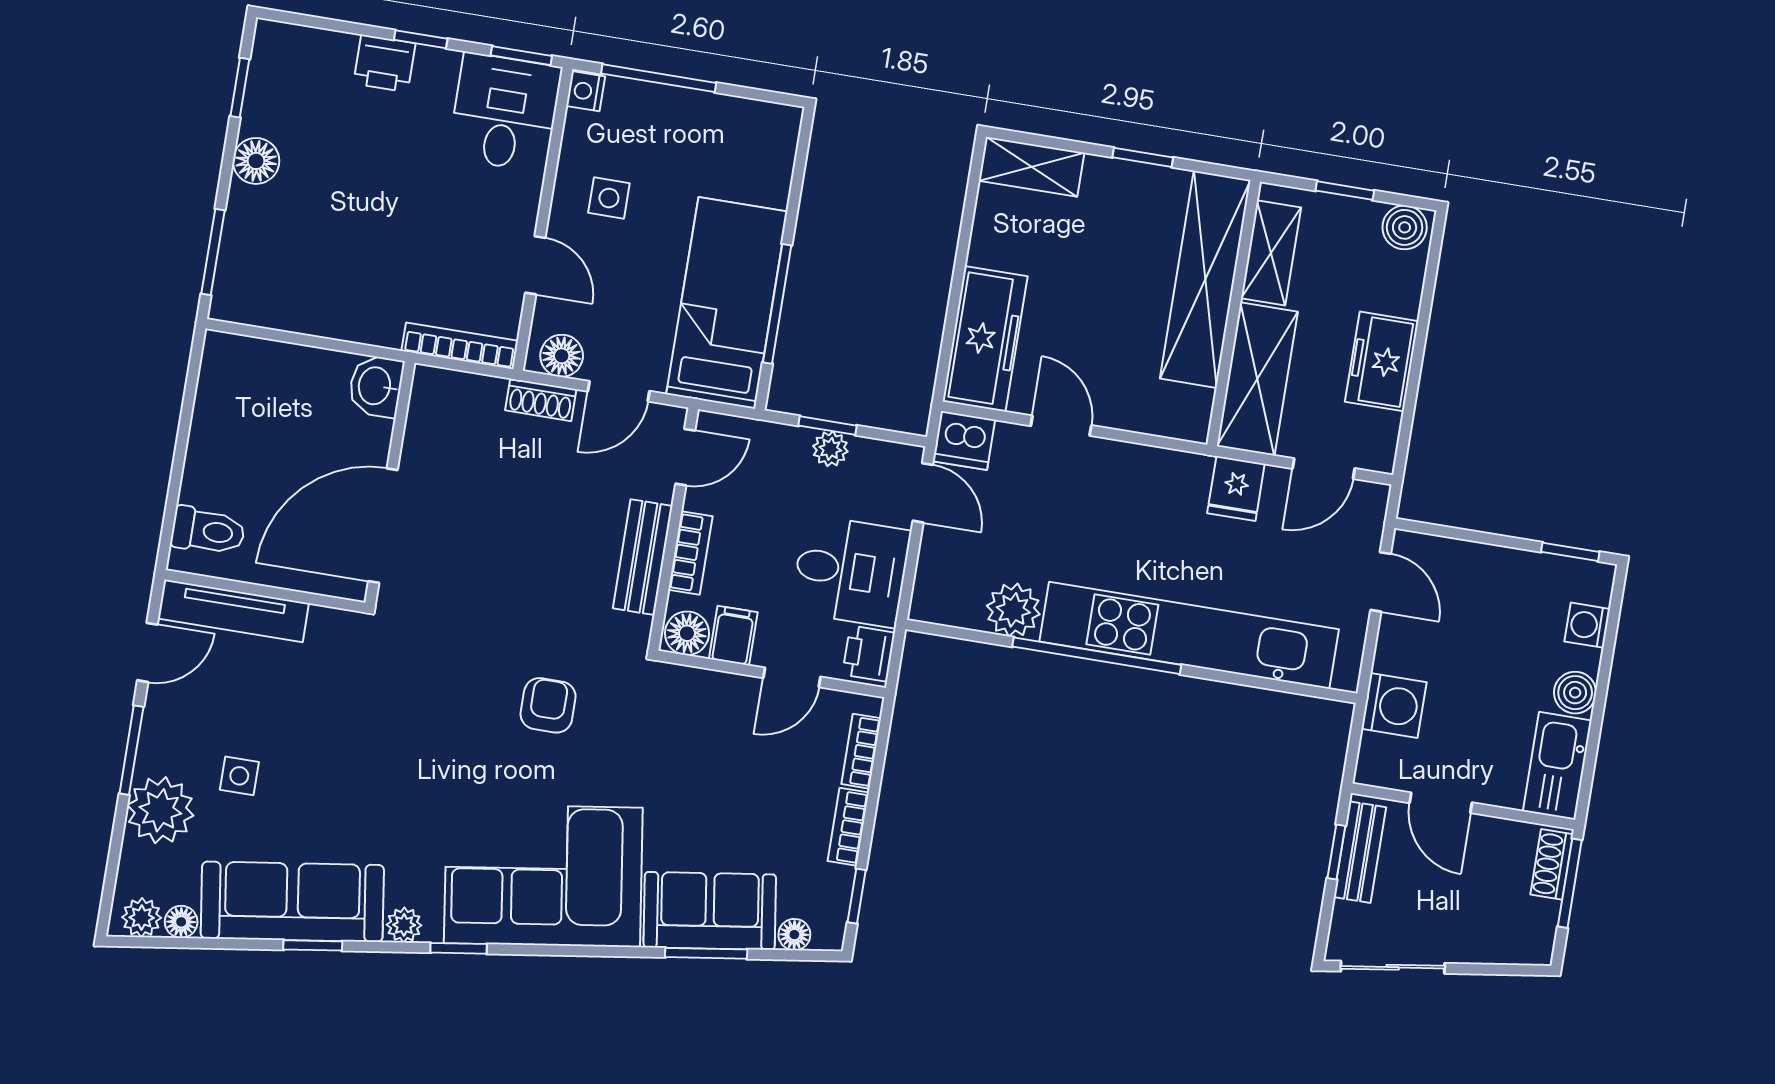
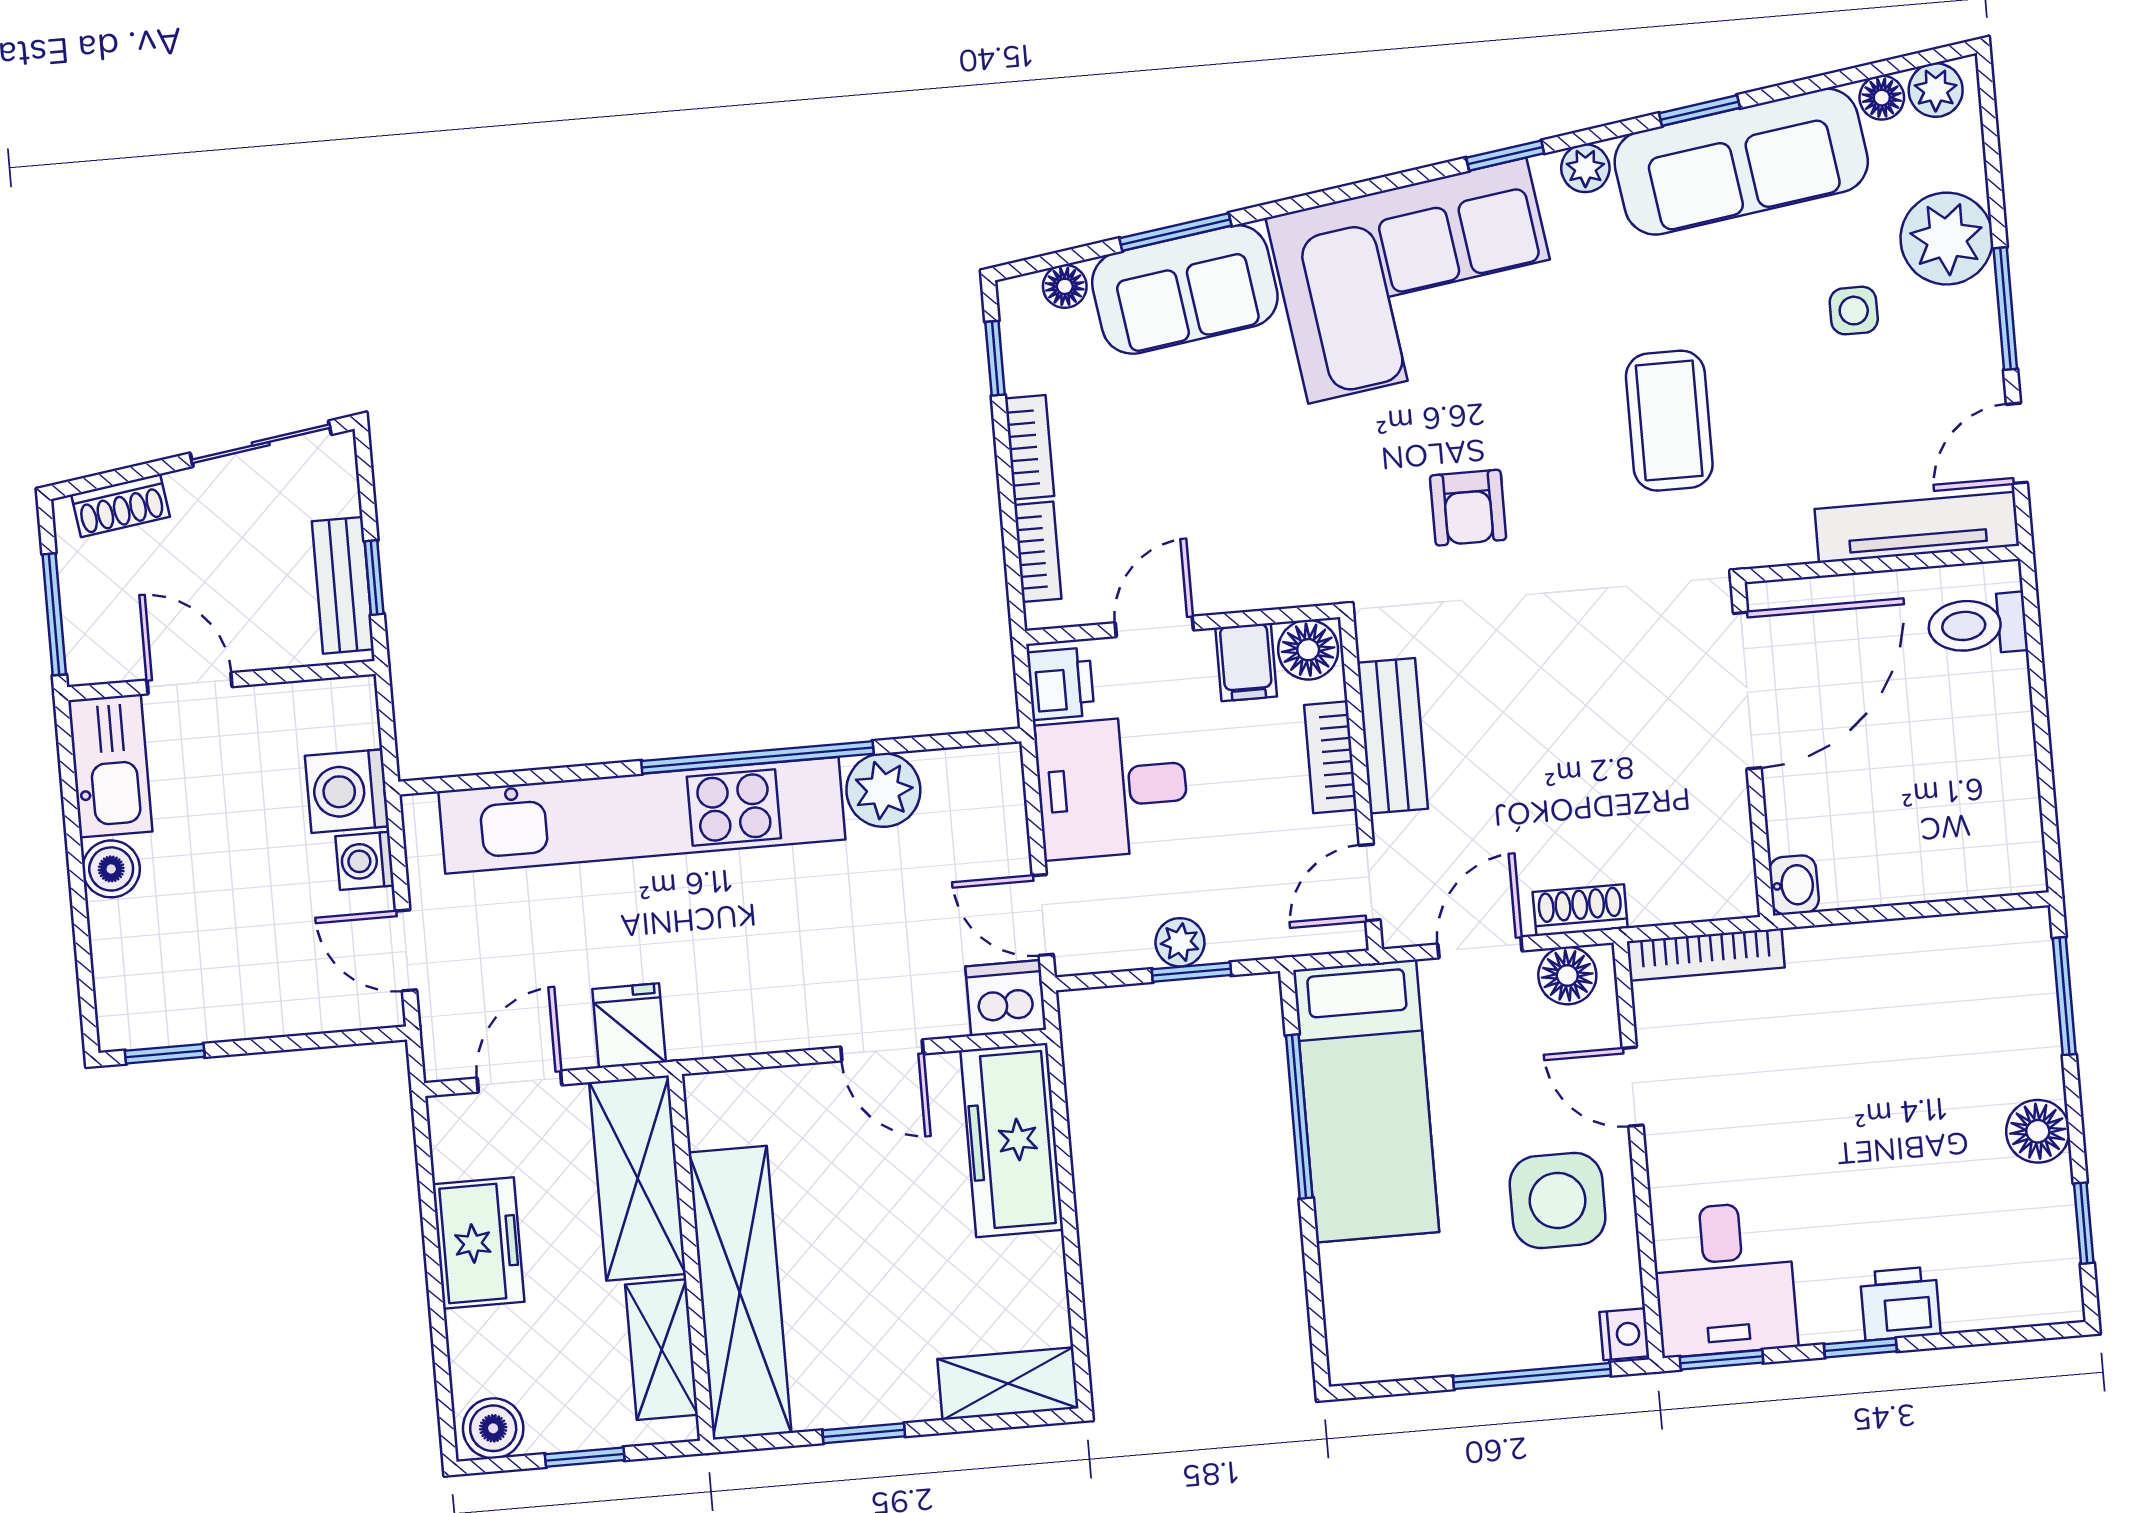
side table: (609, 198) -> (1558, 1200), width x1.87, depth x1.87
washbasin: (376, 386) -> (1794, 885), width x0.72, depth x0.69
washing machine: (1587, 625) -> (365, 861), moved, turned 180
coffee table: (390, 731) -> (1669, 421), added
door: (1441, 803) -> (190, 683), moved
shoe rack: (1552, 864) -> (120, 506), moved, turned 82

